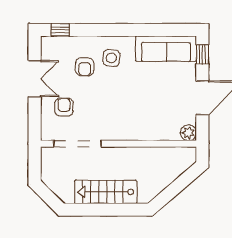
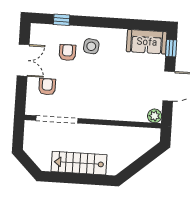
window: (60, 30) -> (62, 20), moved
sofa: (166, 49) -> (147, 42), width x0.73
armchair: (85, 67) -> (67, 53), turned 180

